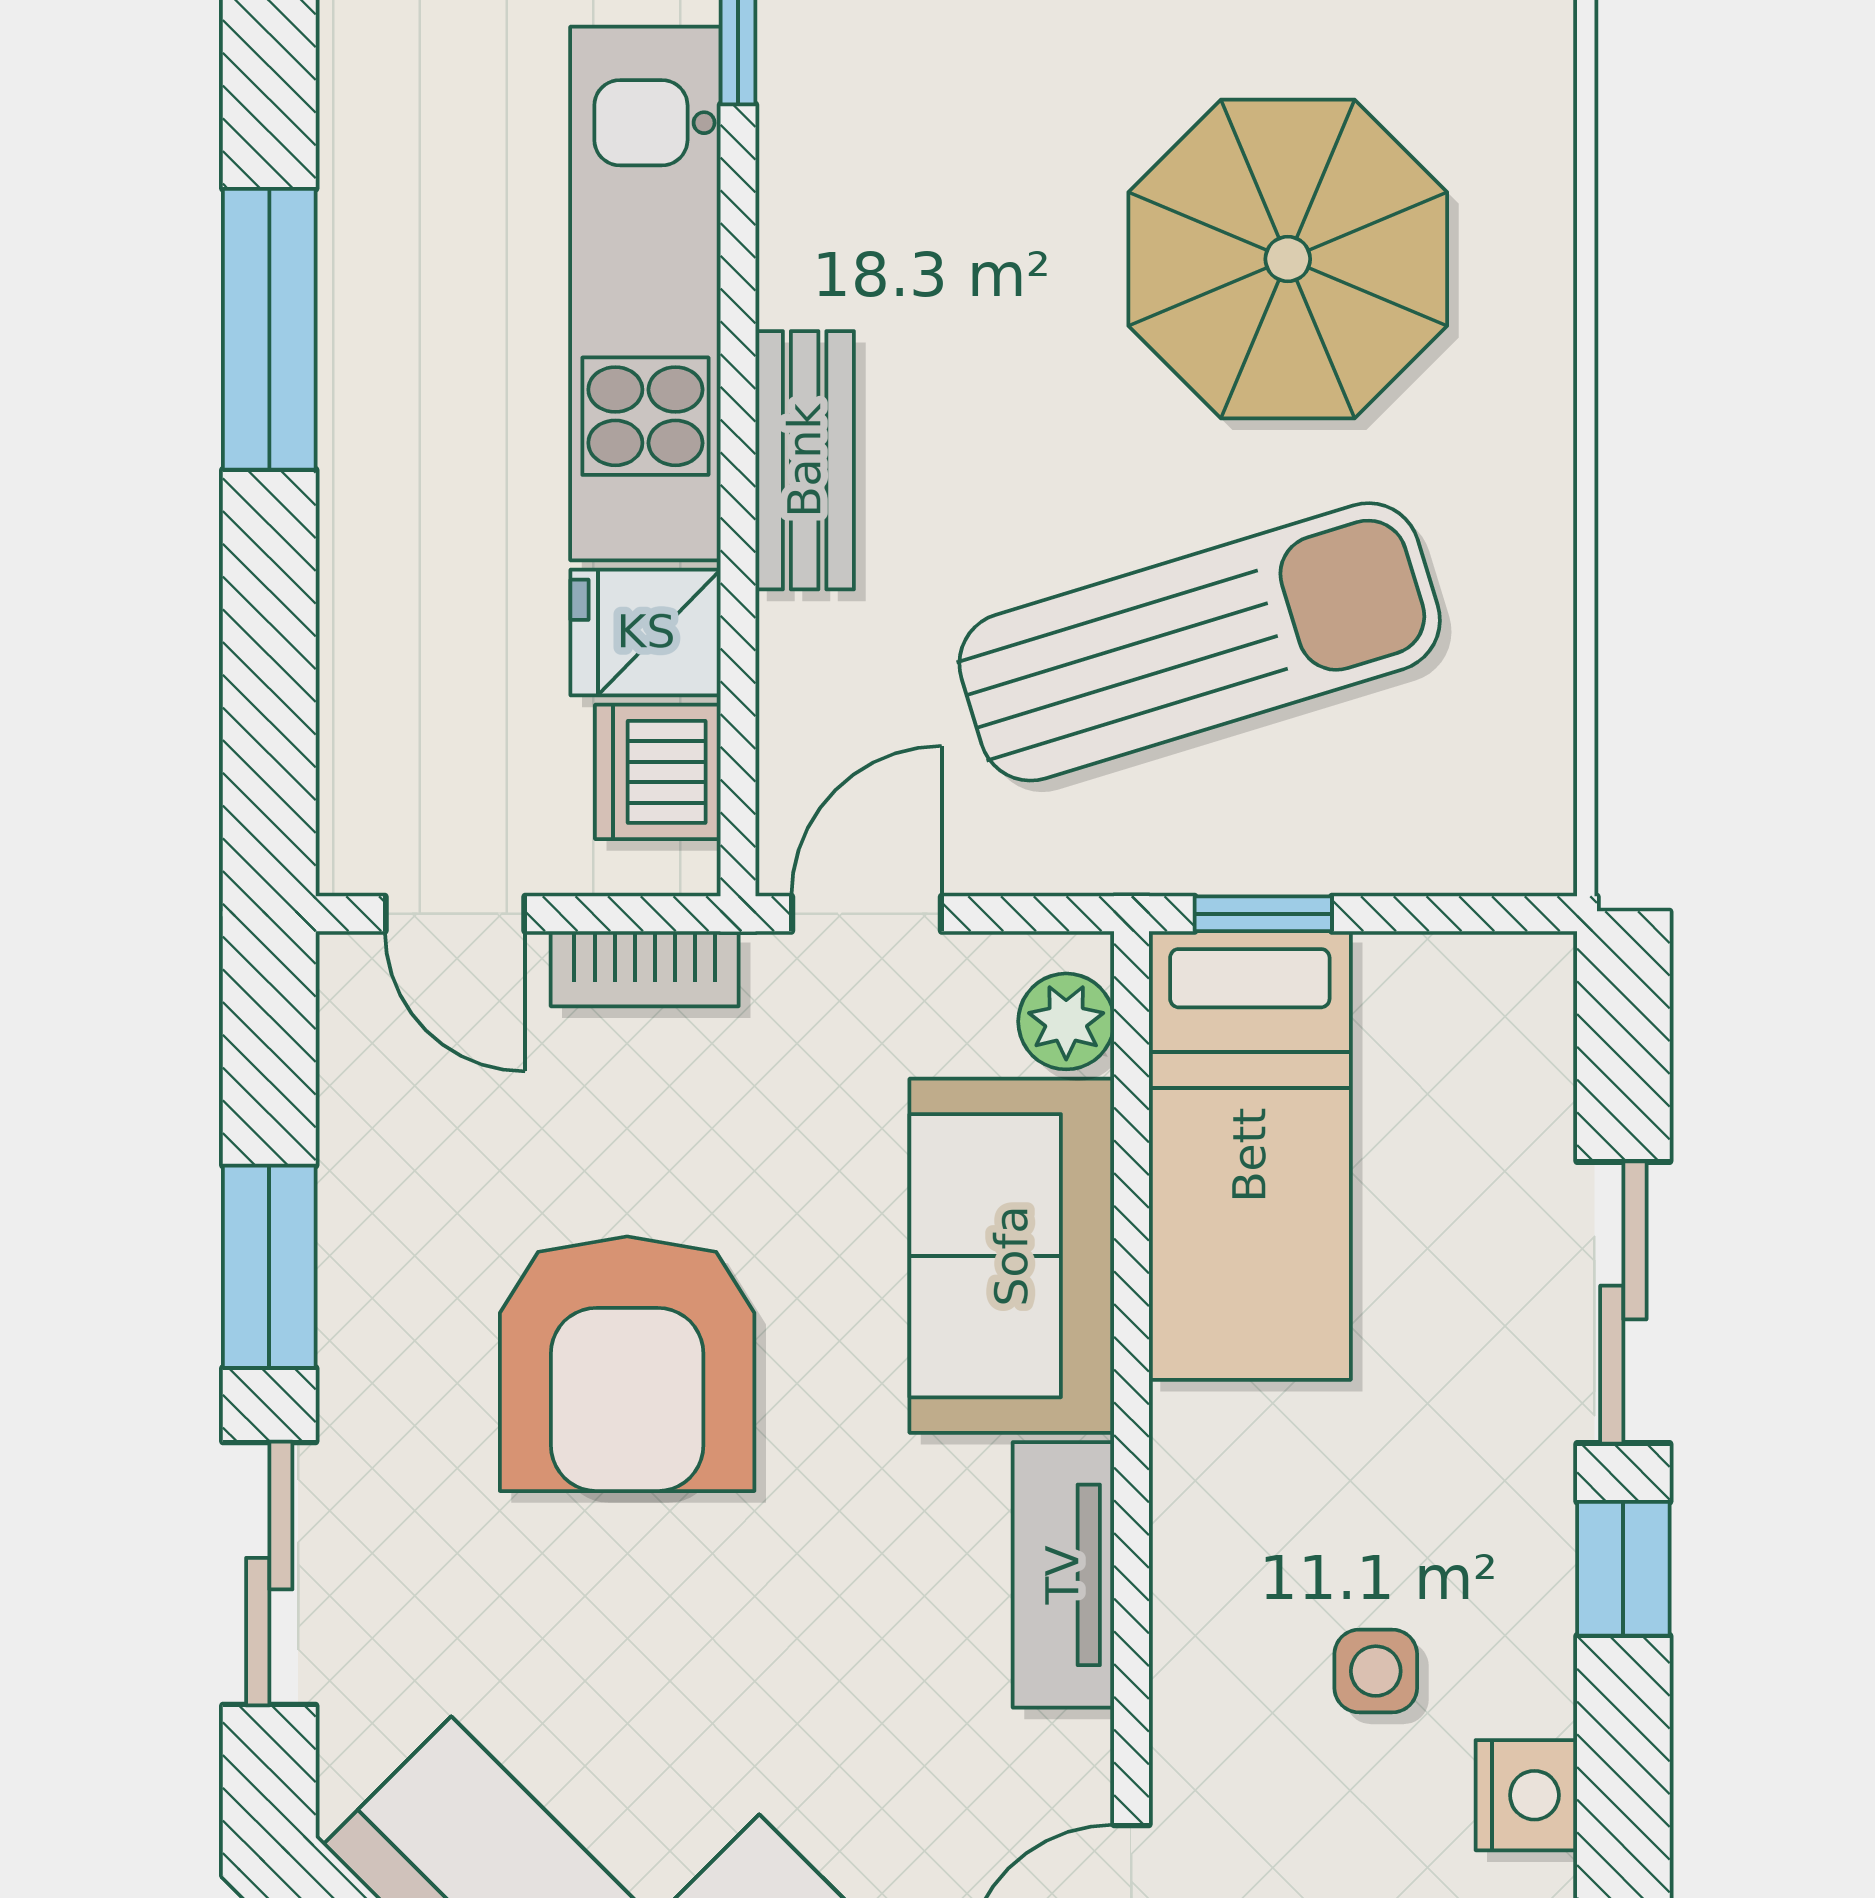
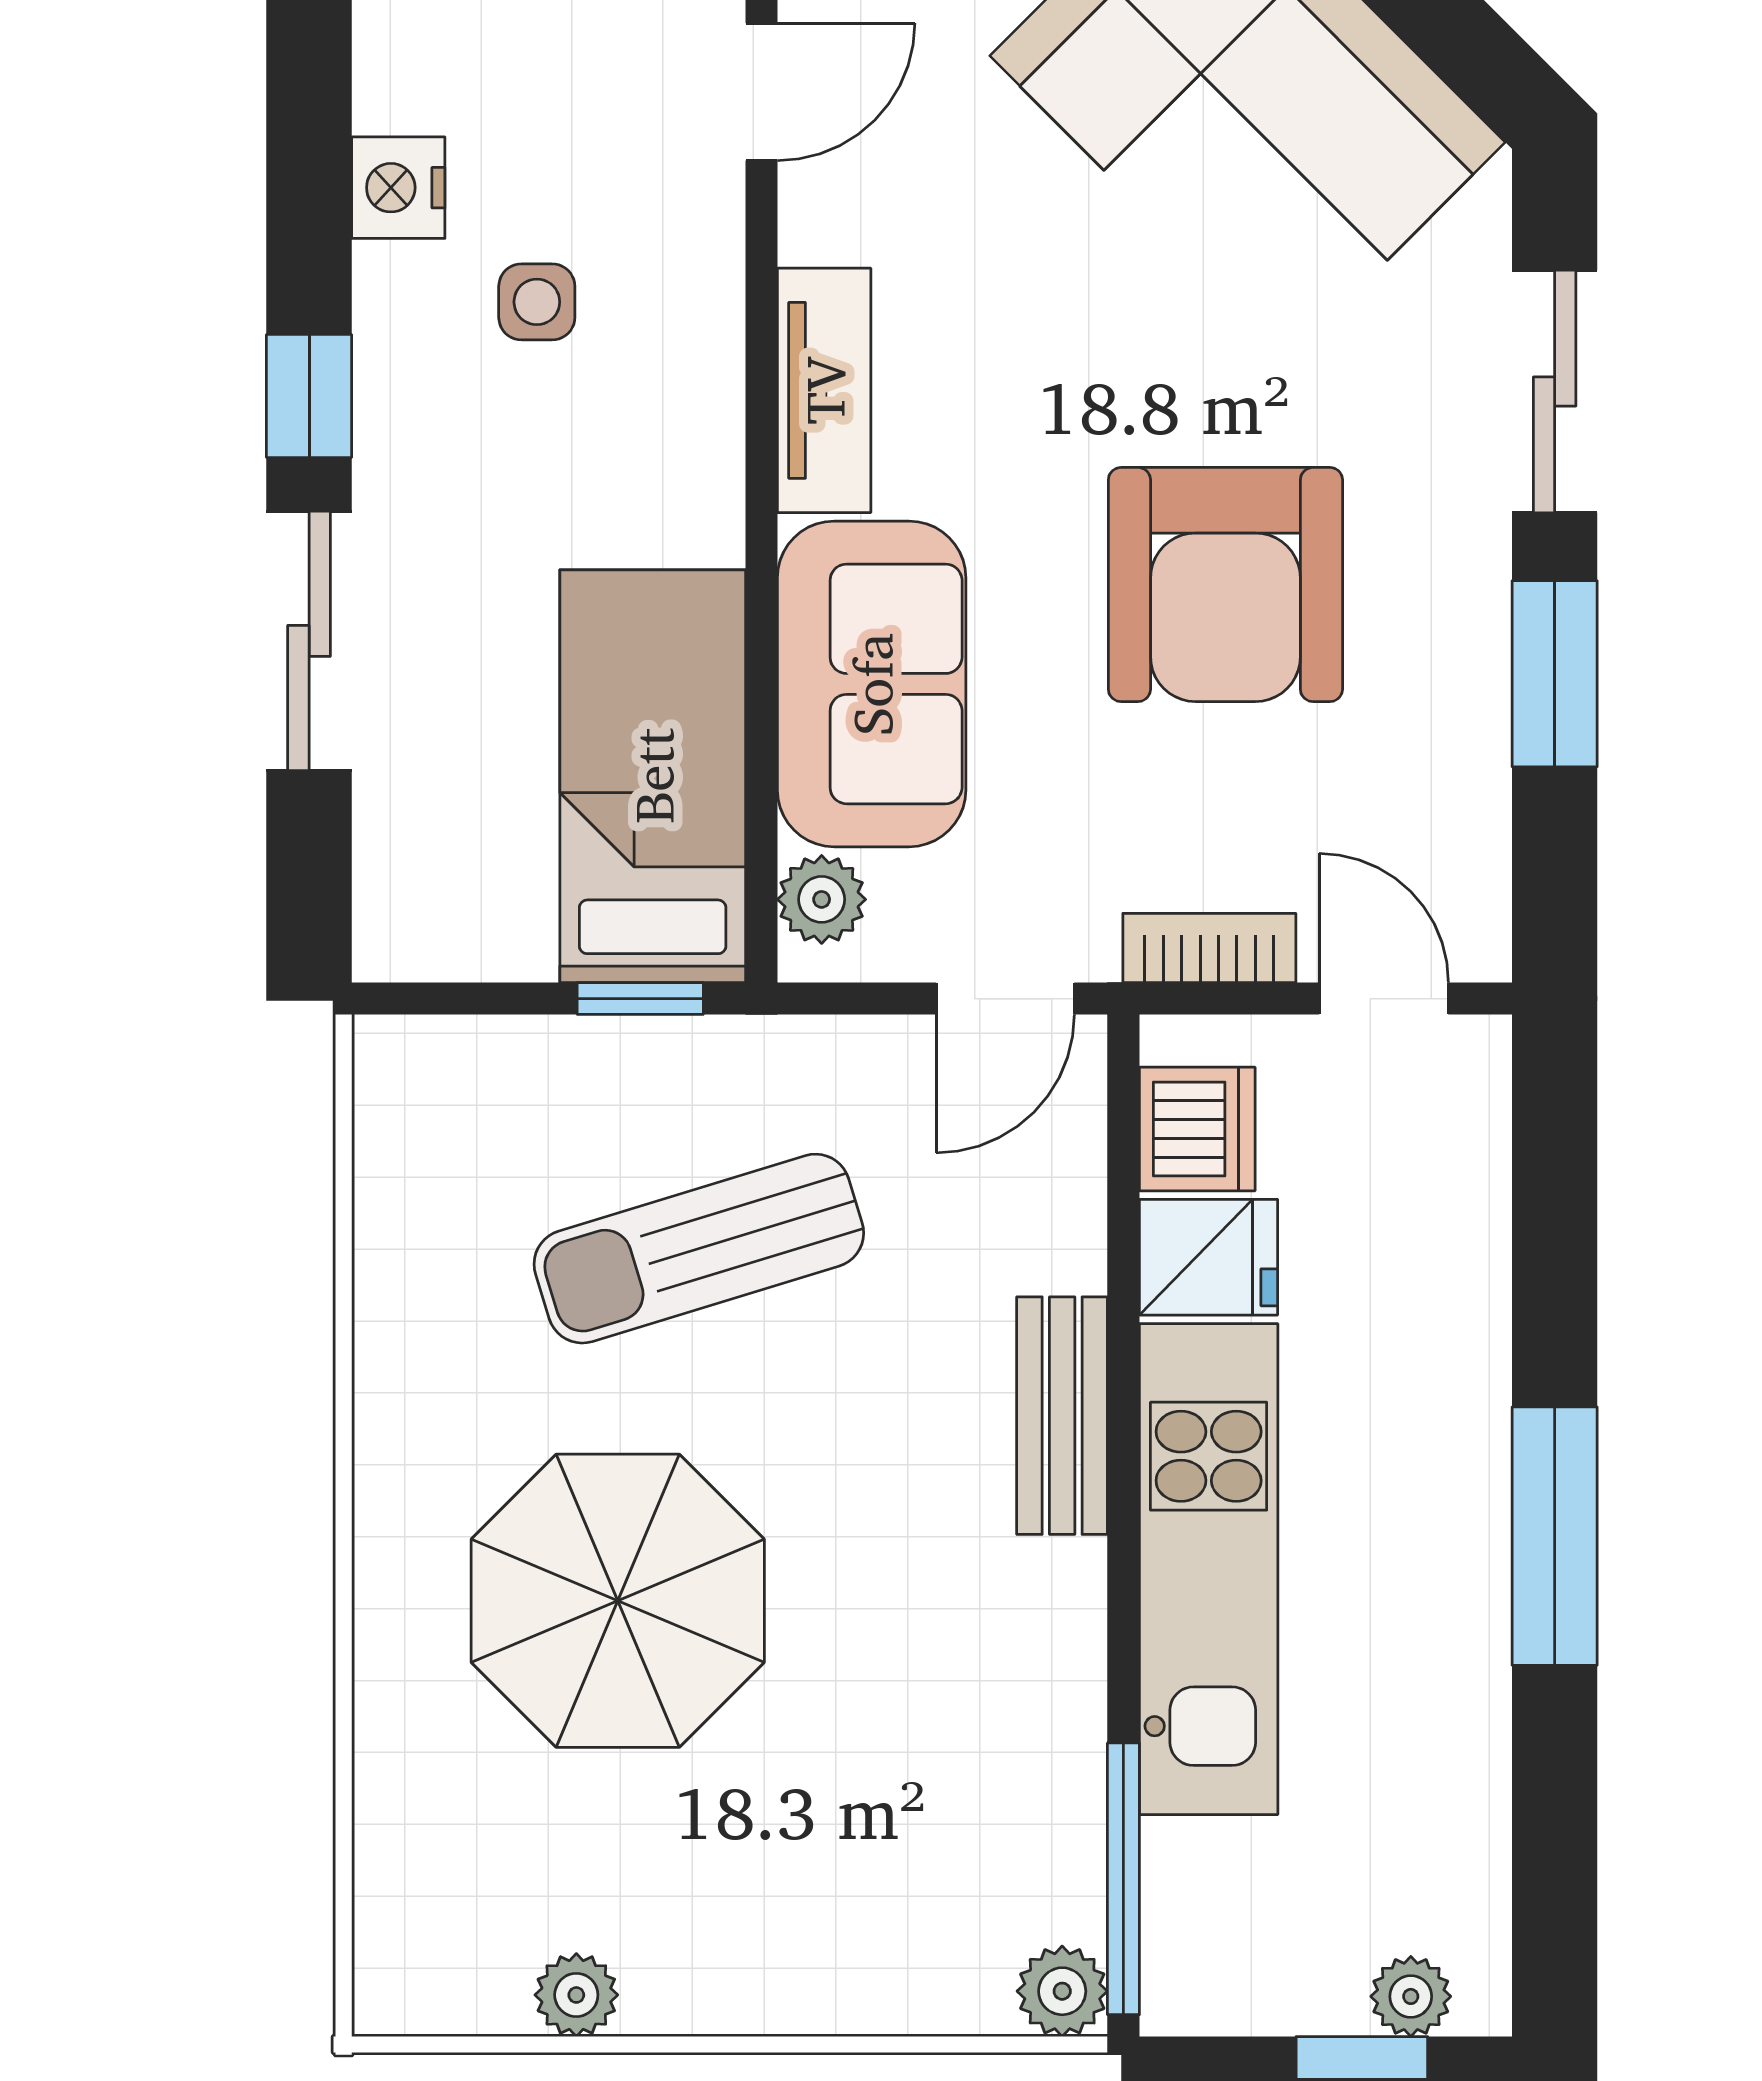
sun lounger: (1200, 642) -> (699, 1249), width x0.73, depth x0.75
armchair: (627, 1364) -> (1225, 585), turned 180

